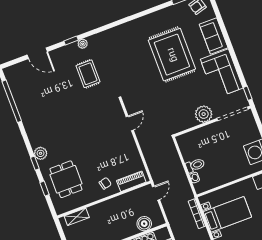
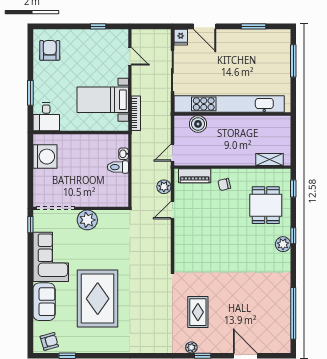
door: (130, 123) -> (172, 210), moved
plant: (153, 163) -> (164, 187), added
window: (44, 189) -> (293, 188), moved

